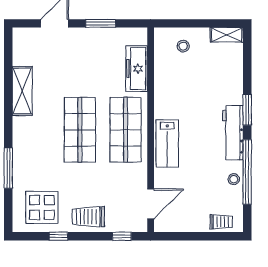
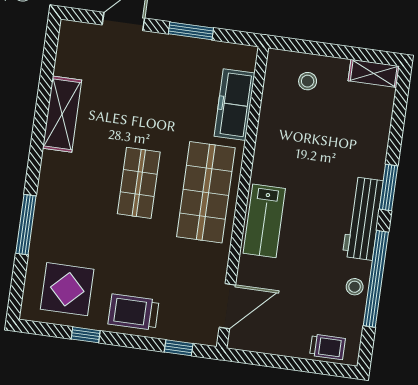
shop shelf: (80, 130) -> (139, 183), width x0.70, depth x0.74

